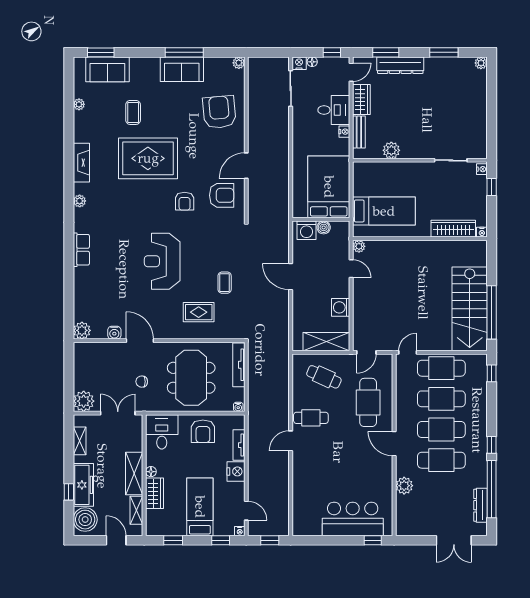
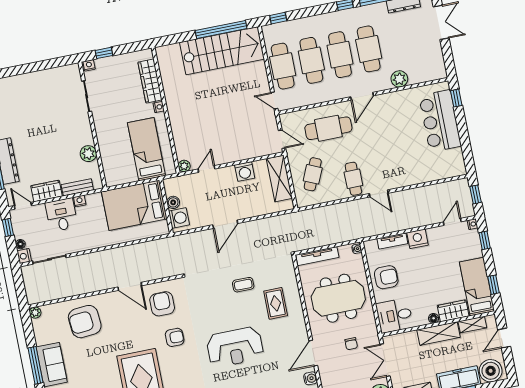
nightstand: (482, 232) -> (159, 107), moved
bed: (200, 507) -> (477, 287), moved, turned 90

